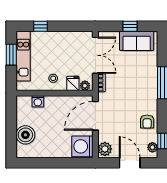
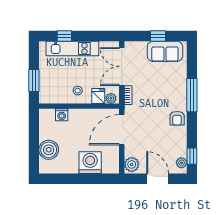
window: (11, 55) -> (34, 80), moved
double door: (95, 55) -> (122, 66), swing flipped
kitchen unit: (23, 56) -> (72, 49), moved, turned 90
armchair: (147, 122) -> (177, 118), moved
washing machine: (82, 146) -> (90, 163), moved, turned 90

